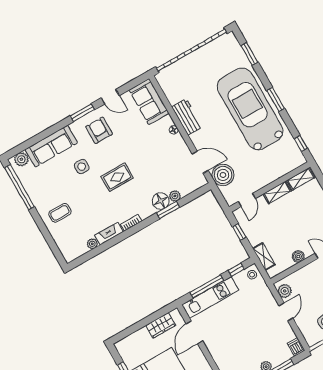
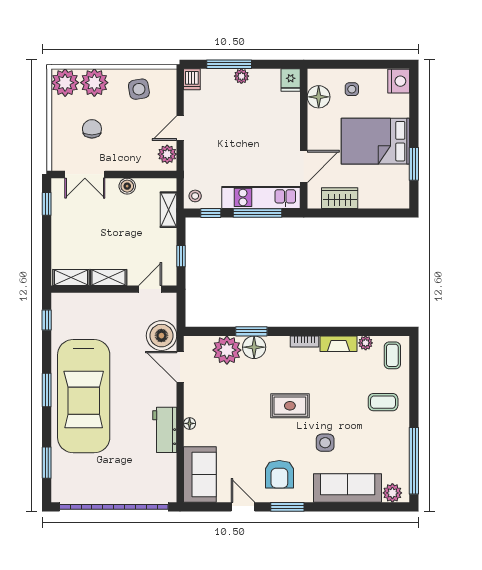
plant: (175, 196) -> (227, 350), width x1.88, depth x1.88
coffee table: (71, 246) -> (392, 355), added

